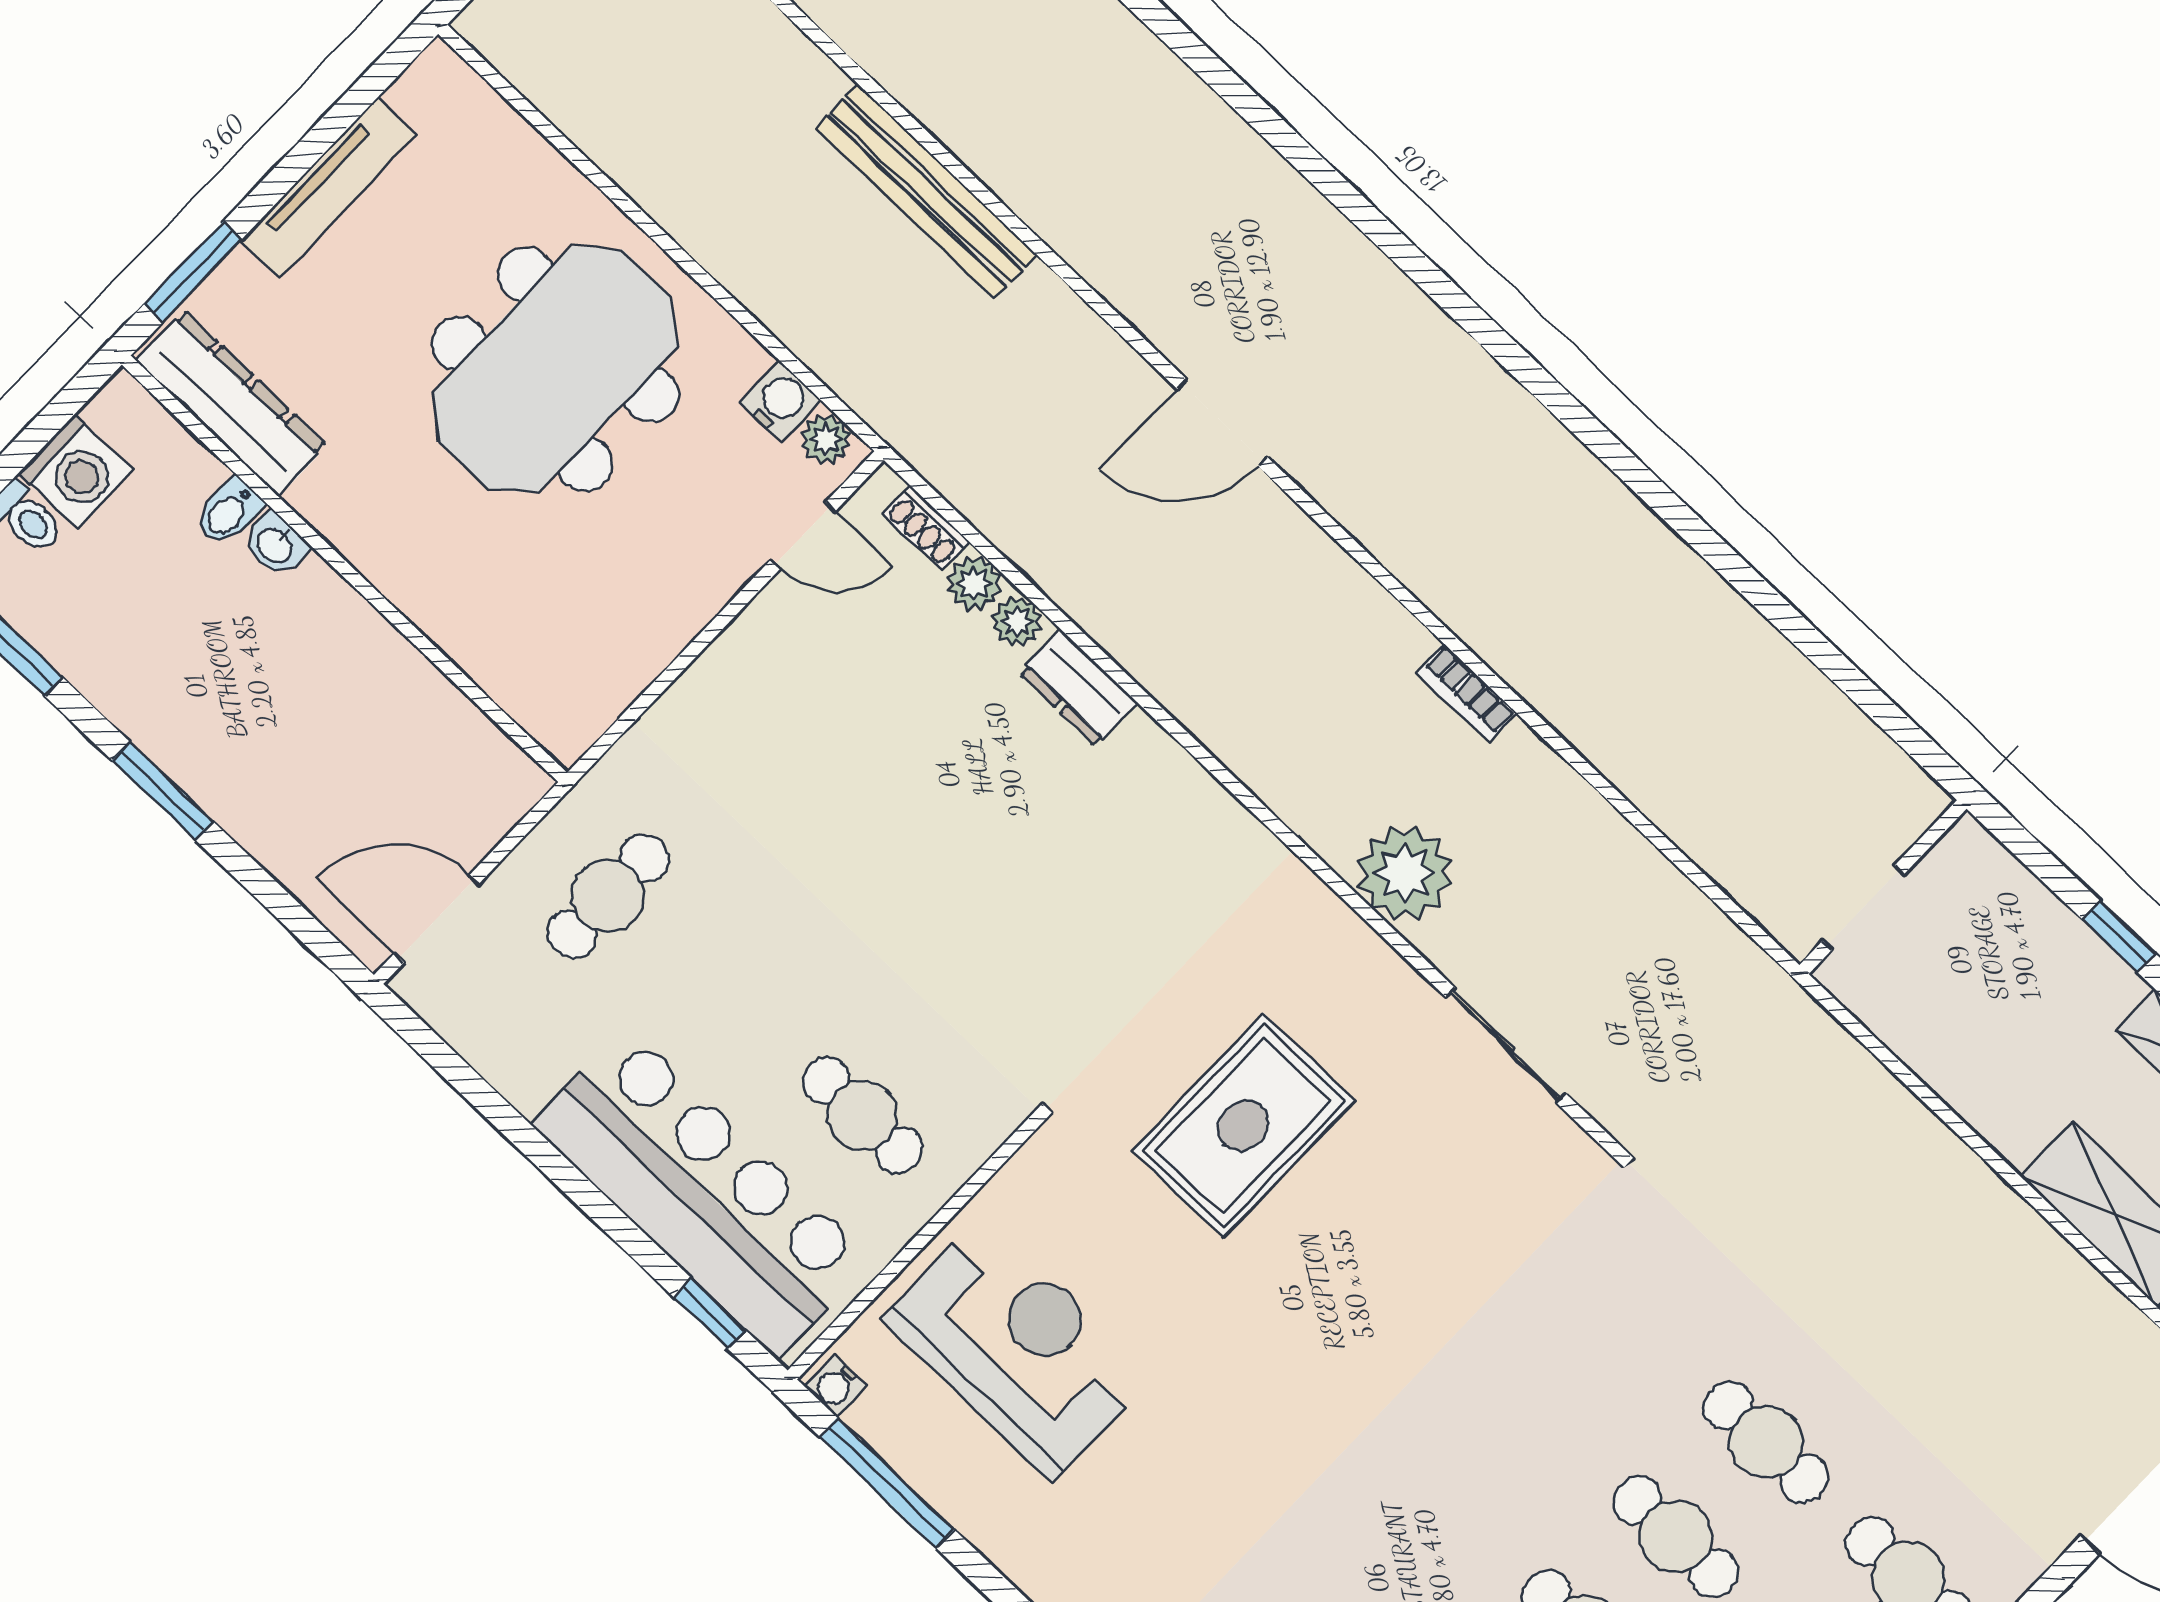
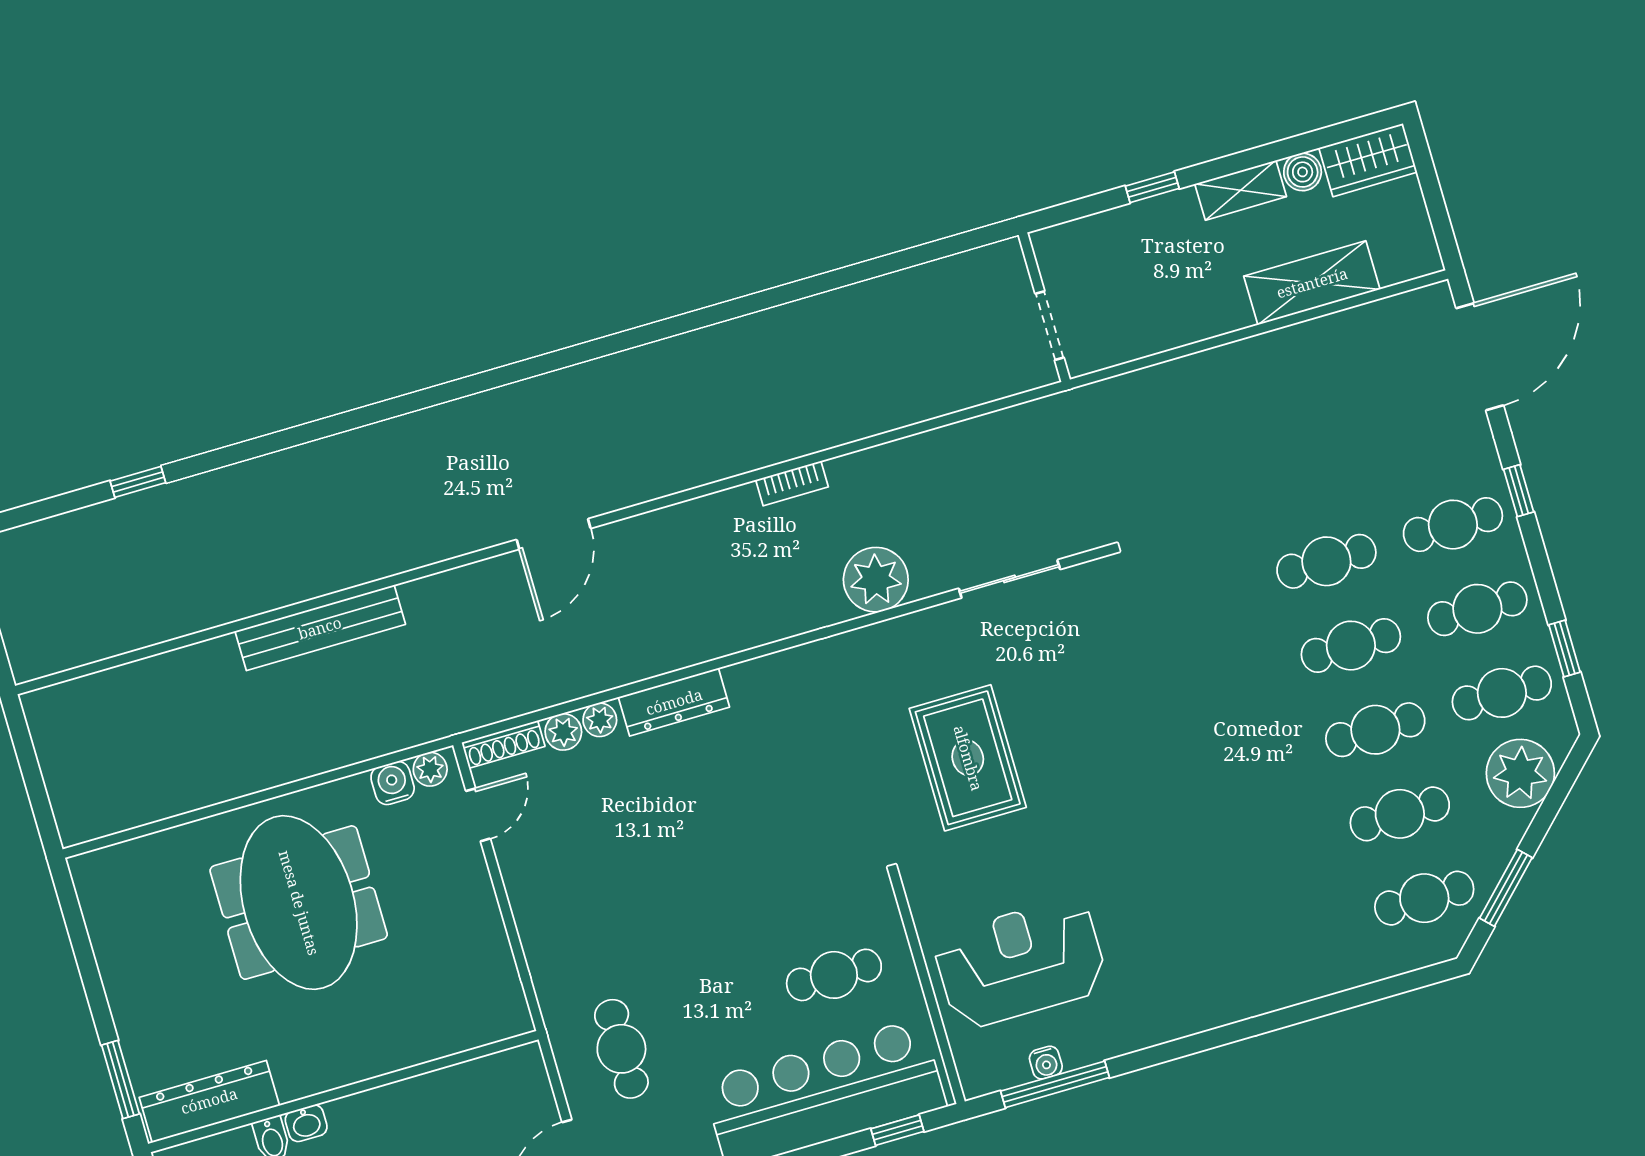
tv unit: (328, 188) -> (117, 973), removed
shoe rack: (926, 528) -> (503, 744), width x1.43
dresser: (1078, 688) -> (674, 702), width x1.44
water cooler: (836, 1386) -> (1046, 1063), moved

